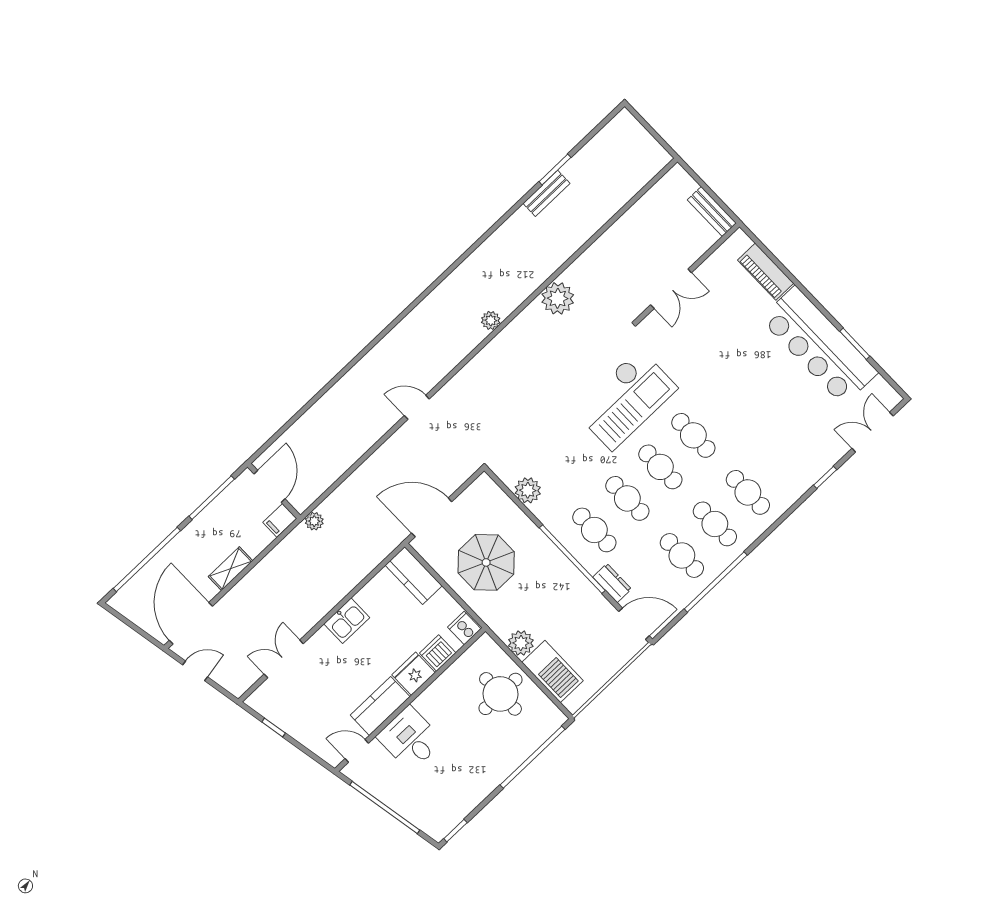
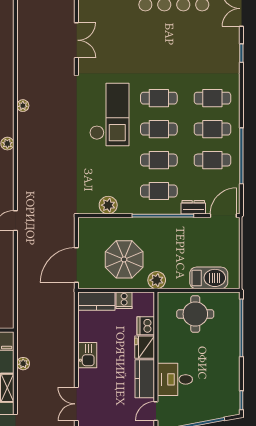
plant: (558, 298) -> (23, 106), width x0.53, depth x0.53
plant: (314, 521) -> (23, 364), moved
cooker: (464, 628) -> (124, 300), moved, turned -90
plant: (521, 643) -> (157, 280), moved

